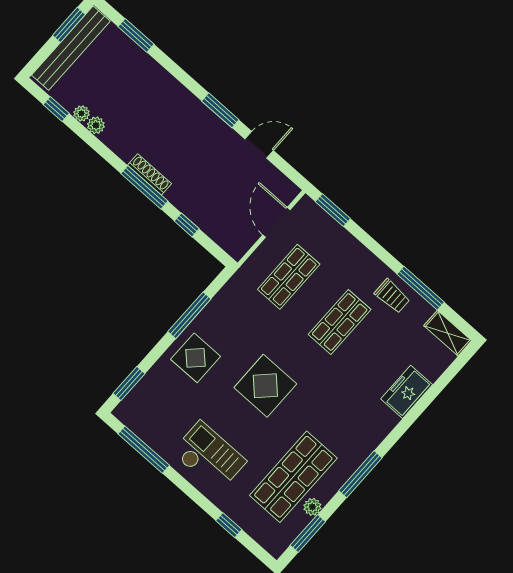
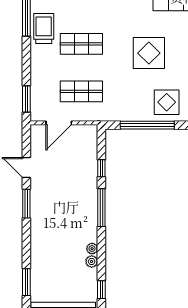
plant: (82, 113) -> (92, 249), moved
shoe rack: (150, 174) -> (92, 211), removed
trolley: (392, 296) -> (44, 28), width x1.36, depth x1.39
window: (189, 315) -> (147, 125), width x1.46

